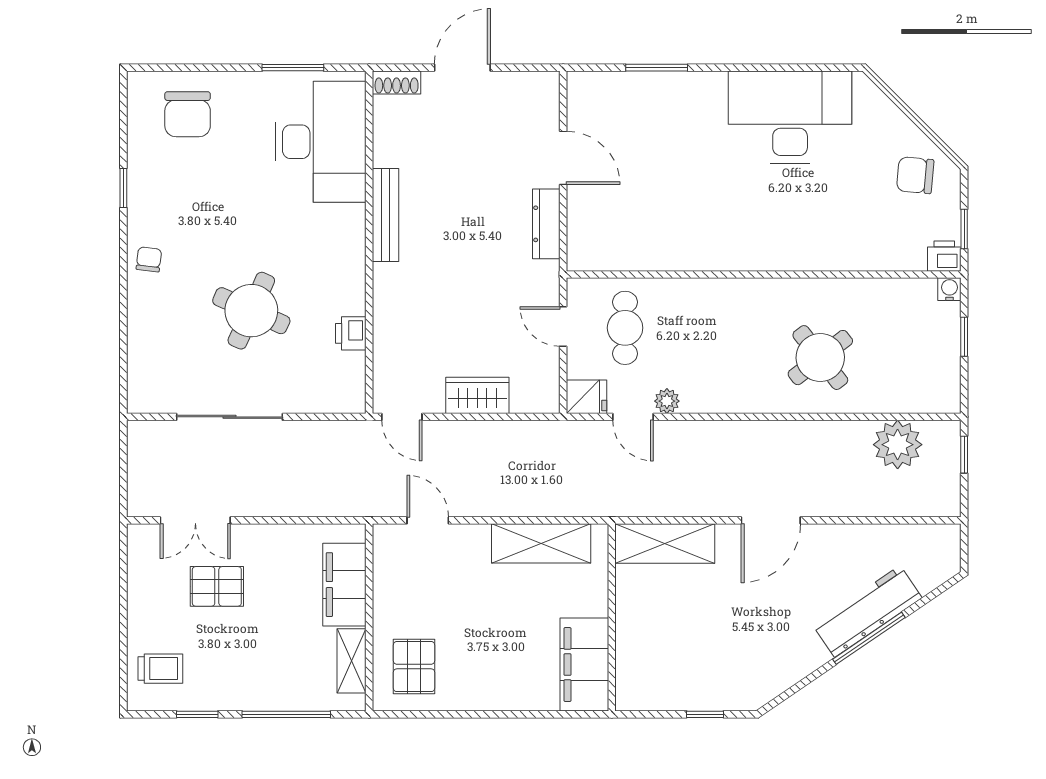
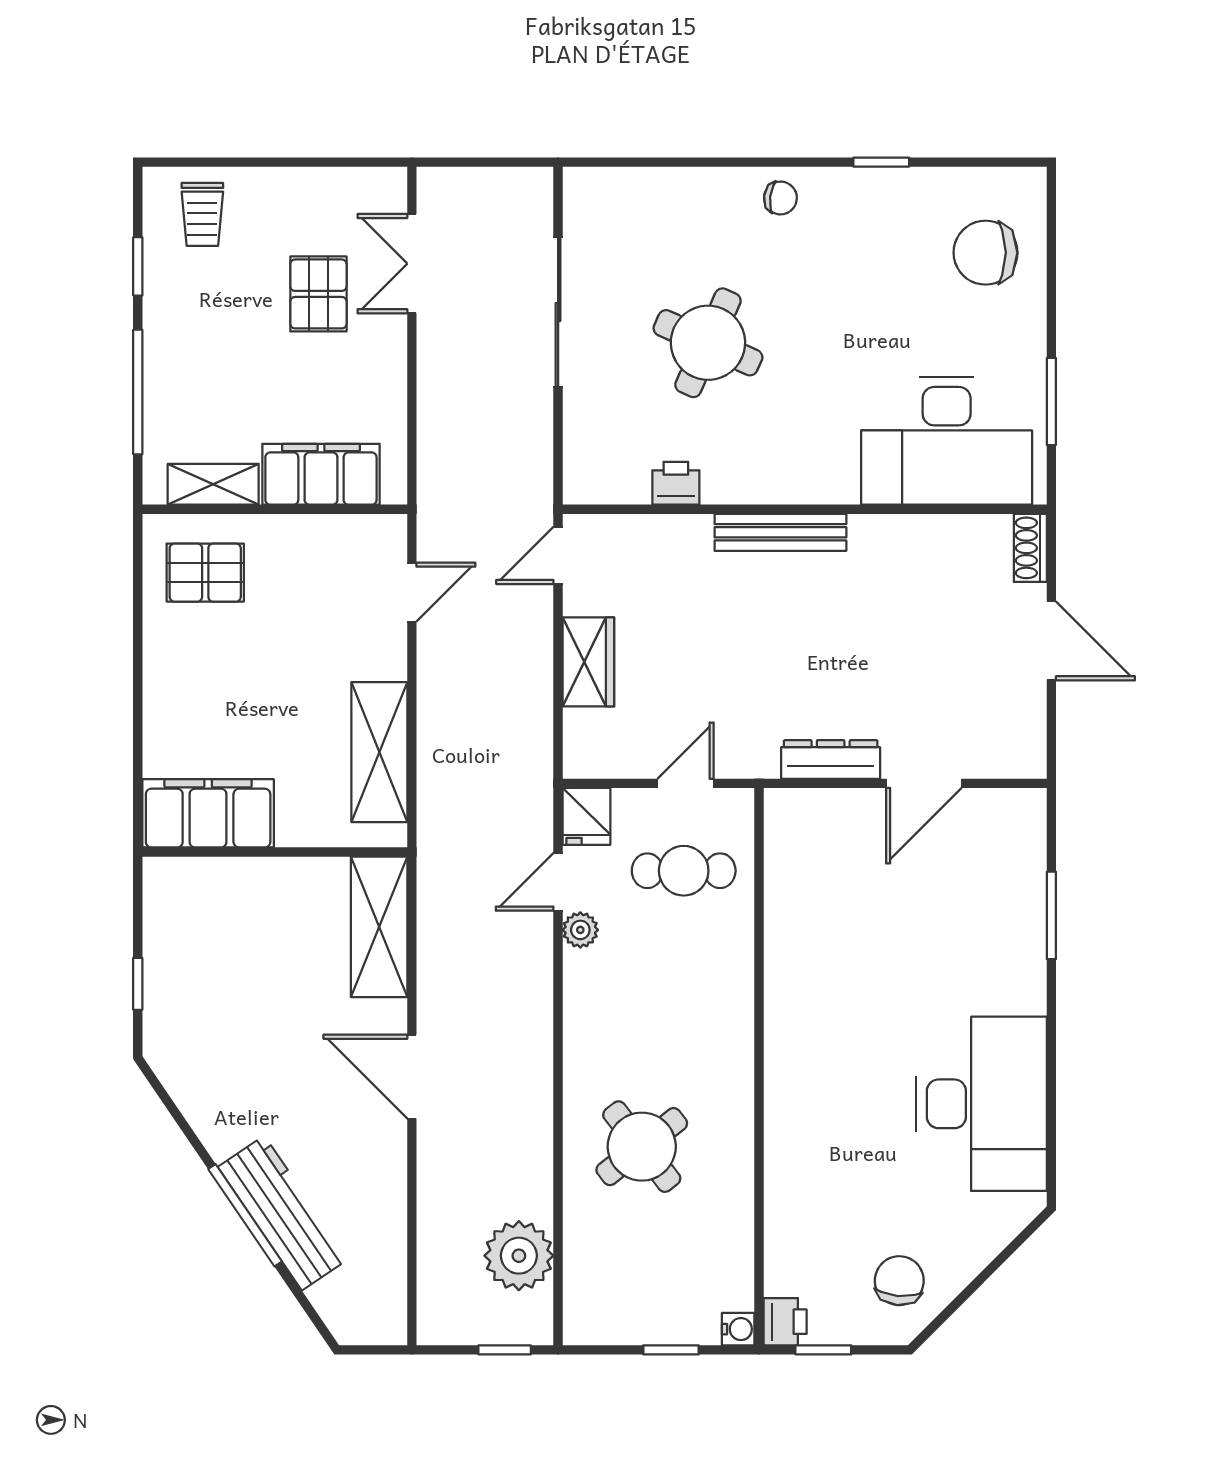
bench: (385, 215) -> (780, 532), moved

